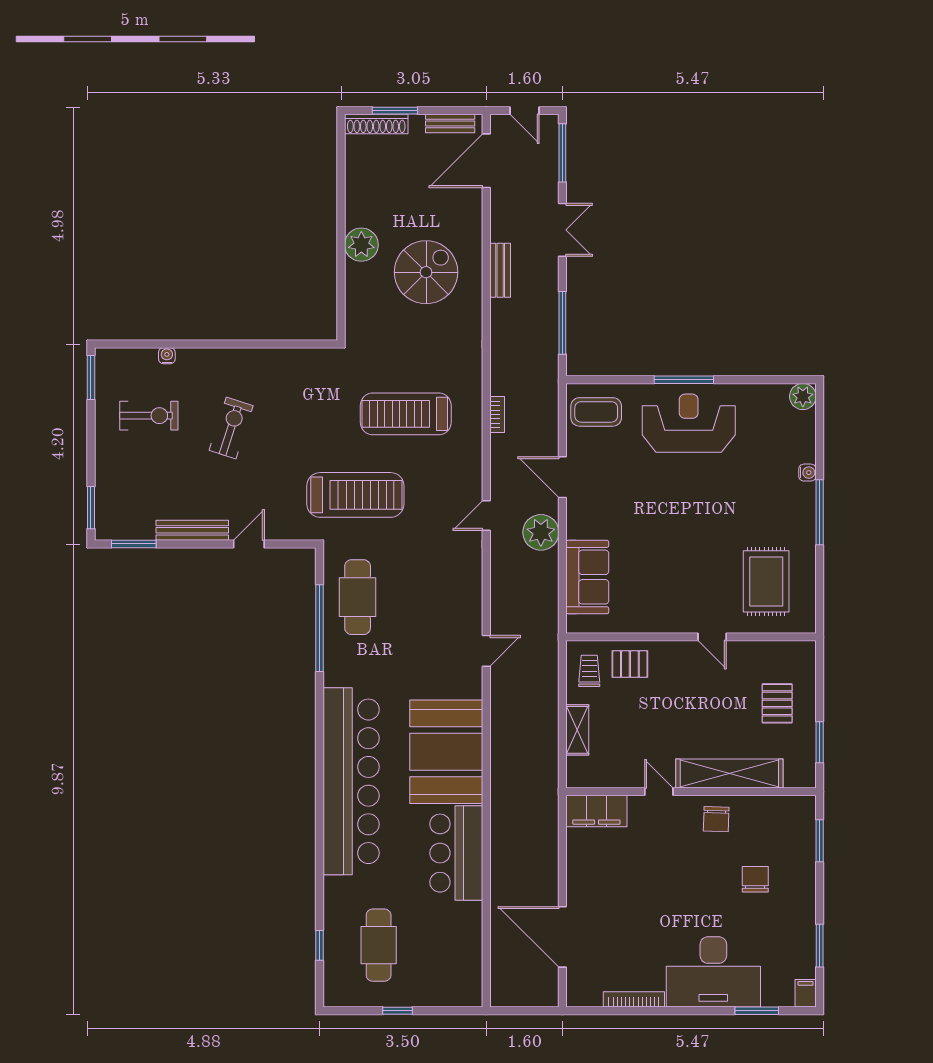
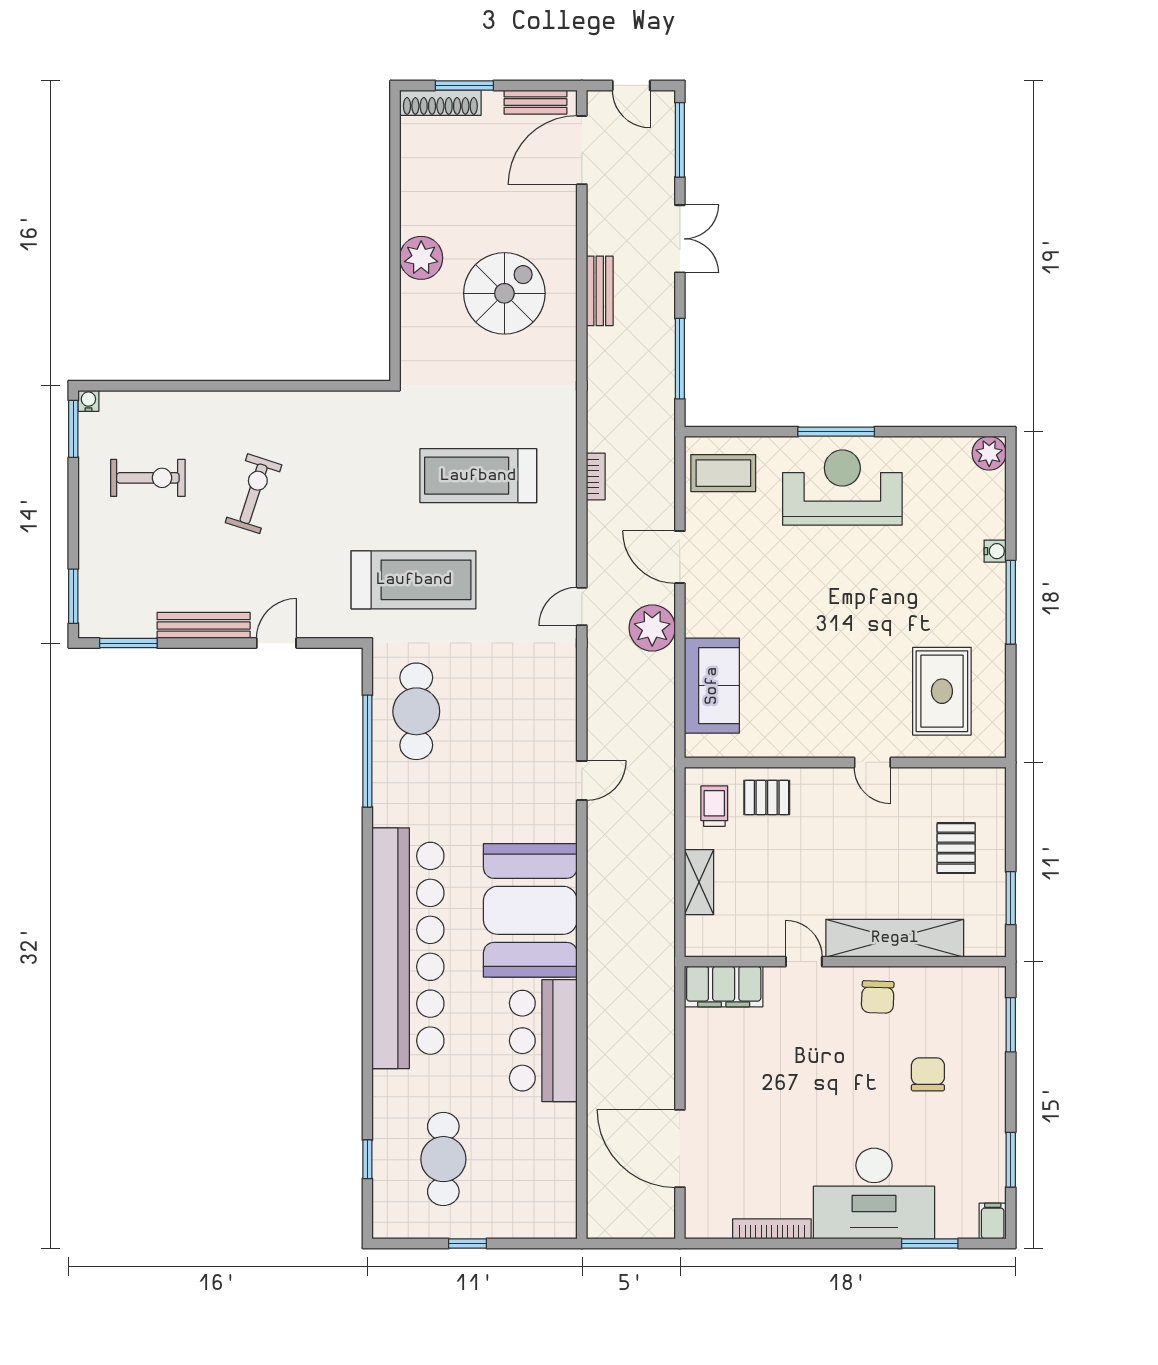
water cooler: (167, 356) -> (88, 401), moved

